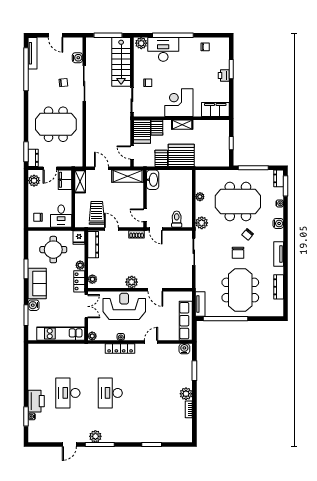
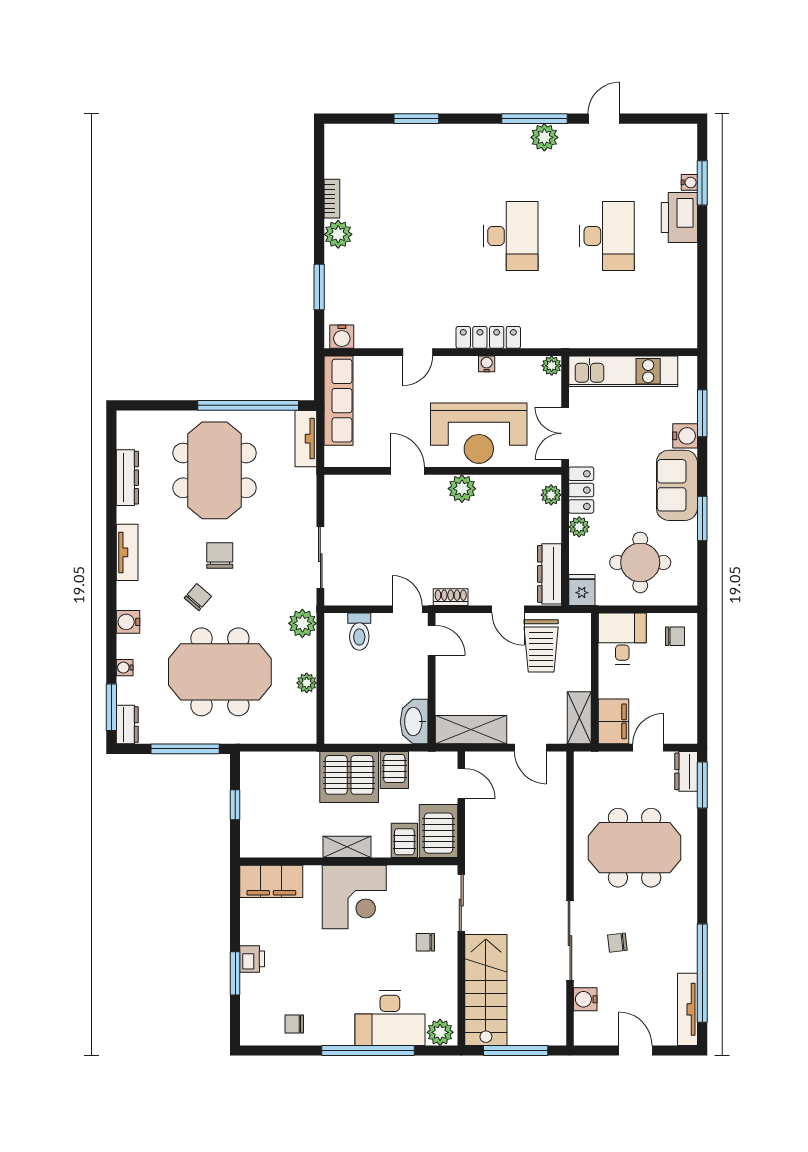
plant: (34, 181) -> (684, 720), removed

